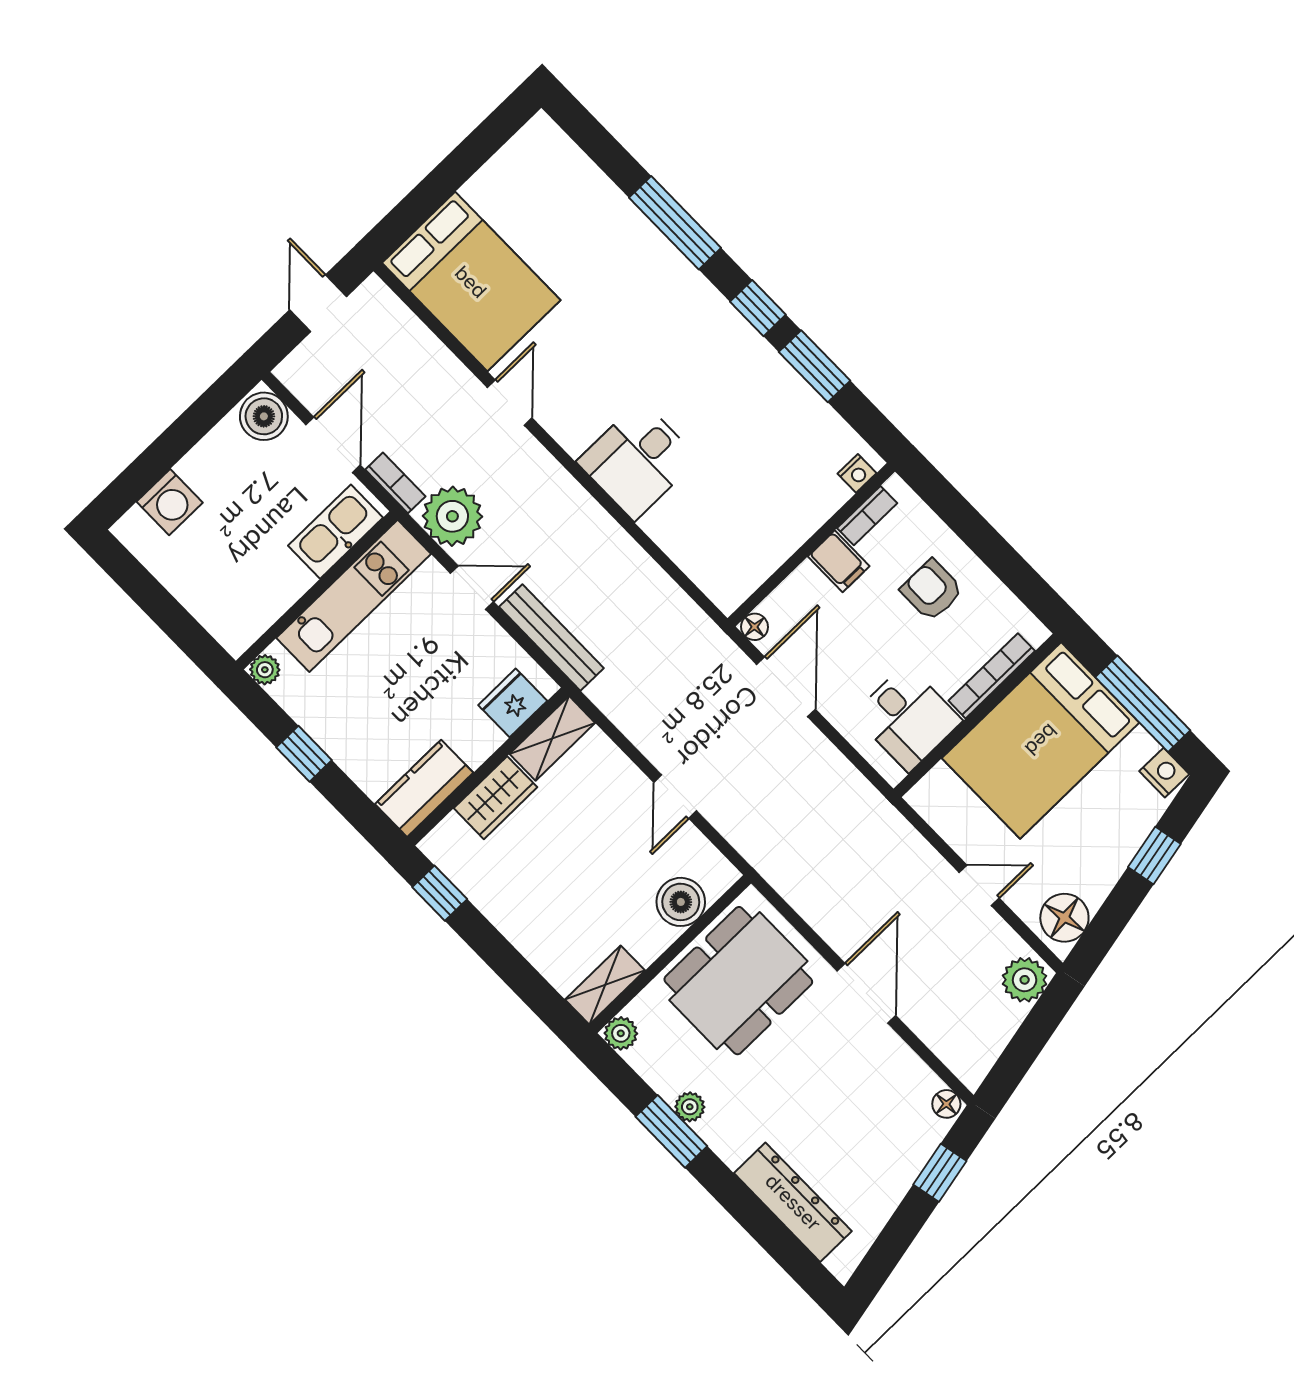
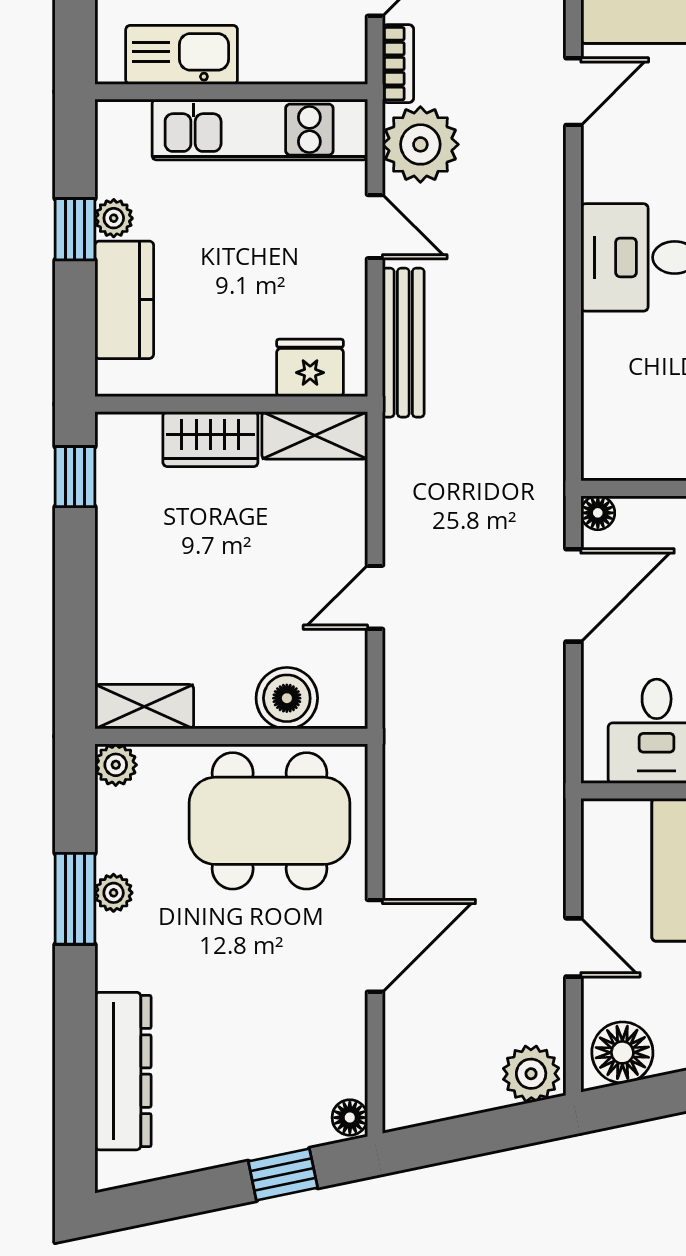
kitchen sink: (336, 532) -> (182, 55), moved
plant: (265, 670) -> (114, 218), moved
kitchen counter: (424, 788) -> (124, 300), moved, turned 90

